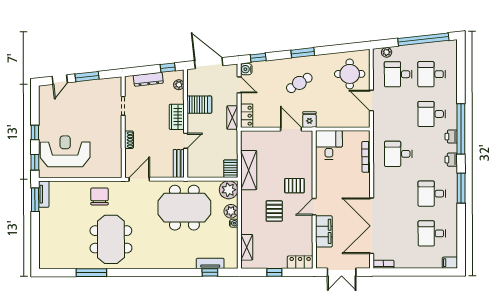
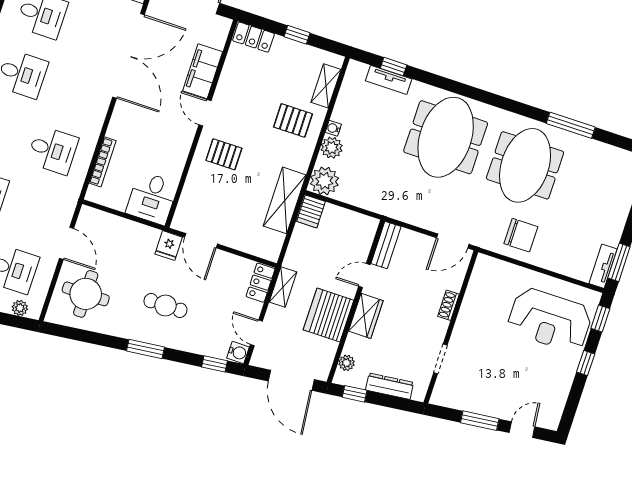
cafe table: (299, 83) -> (165, 305), turned 32
server rack: (199, 105) -> (328, 315), width x1.60
chair: (99, 196) -> (521, 235), turned -90
door: (314, 207) -> (205, 113), swing flipped
meeting table: (184, 208) -> (446, 137), moved, turned 90
pallet: (274, 211) -> (293, 120), moved, turned 90

